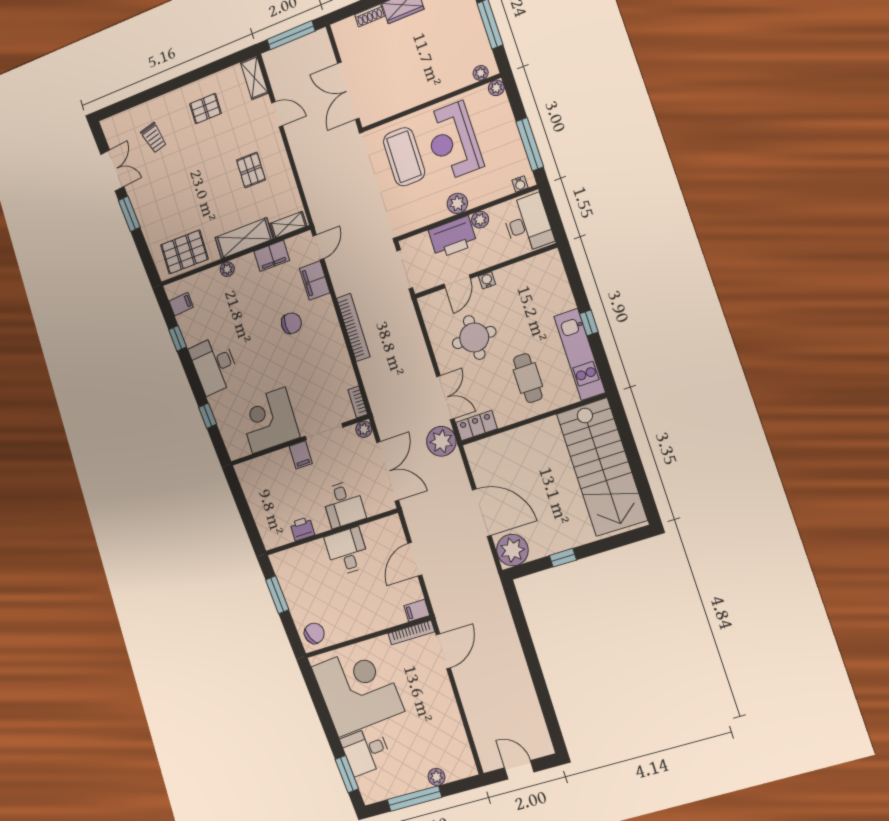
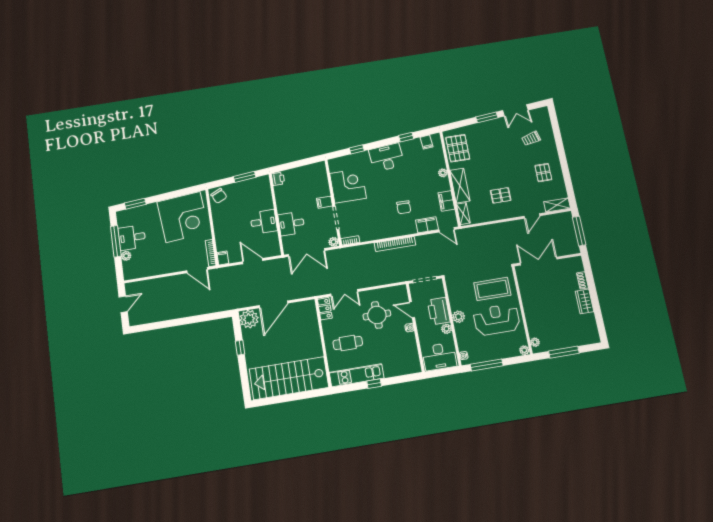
plant: (441, 441) -> (319, 287), removed
printer: (302, 529) -> (278, 179), moved
desk: (366, 751) -> (132, 238), moved, turned -85

